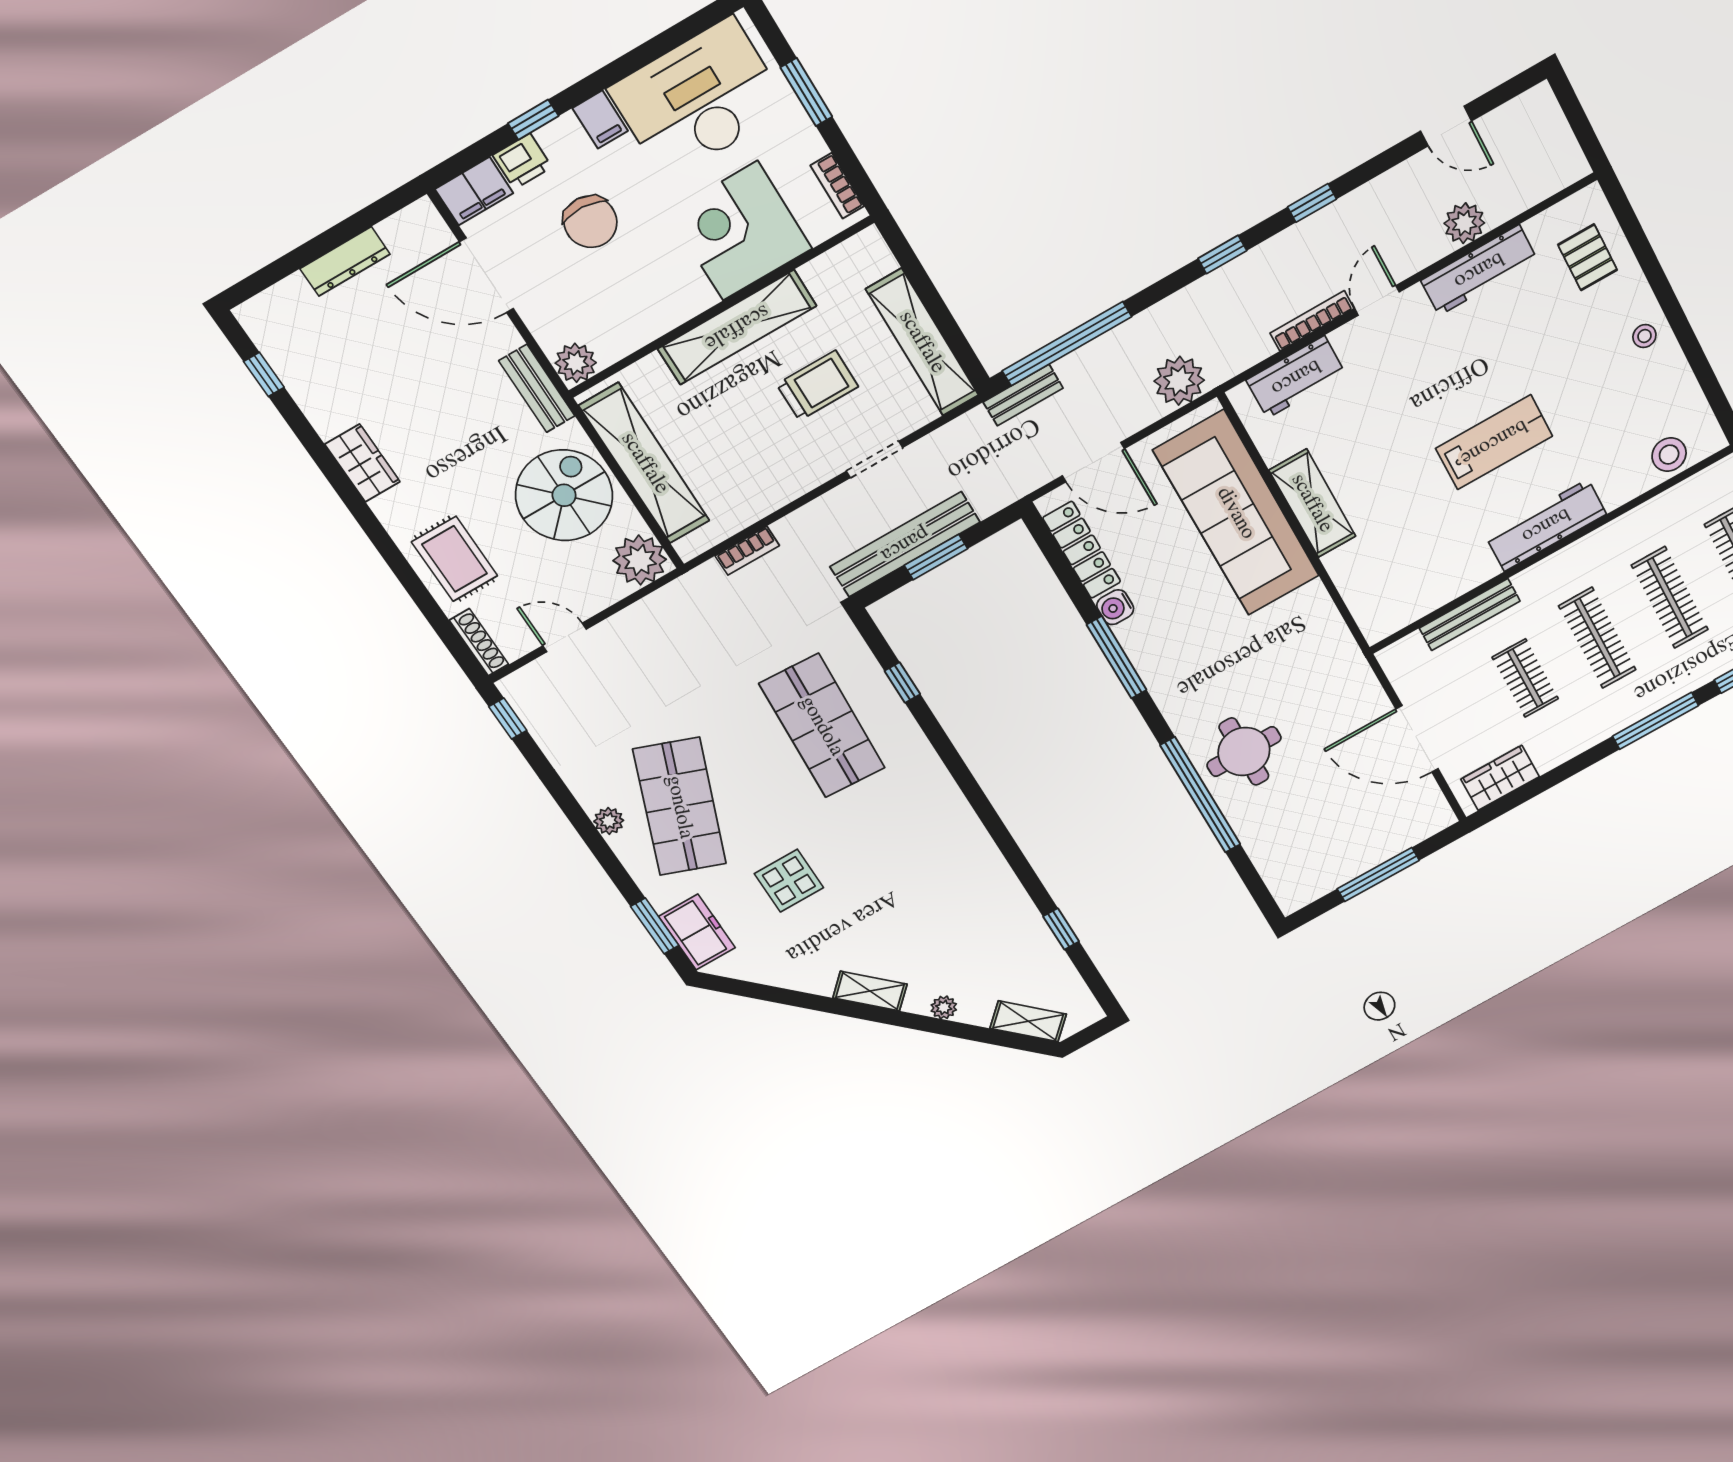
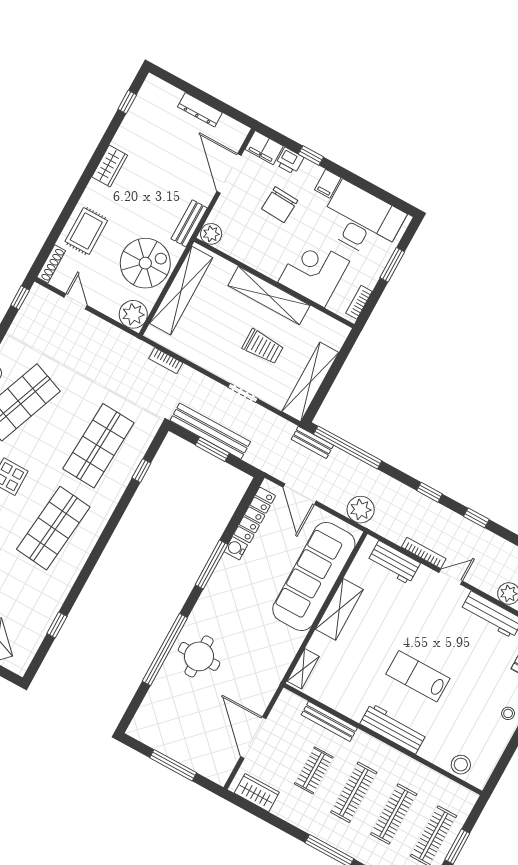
lab bench: (1494, 442) -> (418, 676), turned 180
shelving: (1365, 609) -> (303, 669), added
shop shelf: (910, 858) -> (53, 528), added

